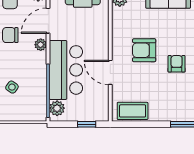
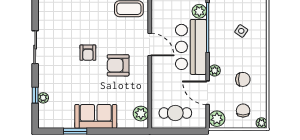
door: (48, 21) -> (208, 93), swing flipped
armchair: (144, 50) -> (118, 65), turned 180

